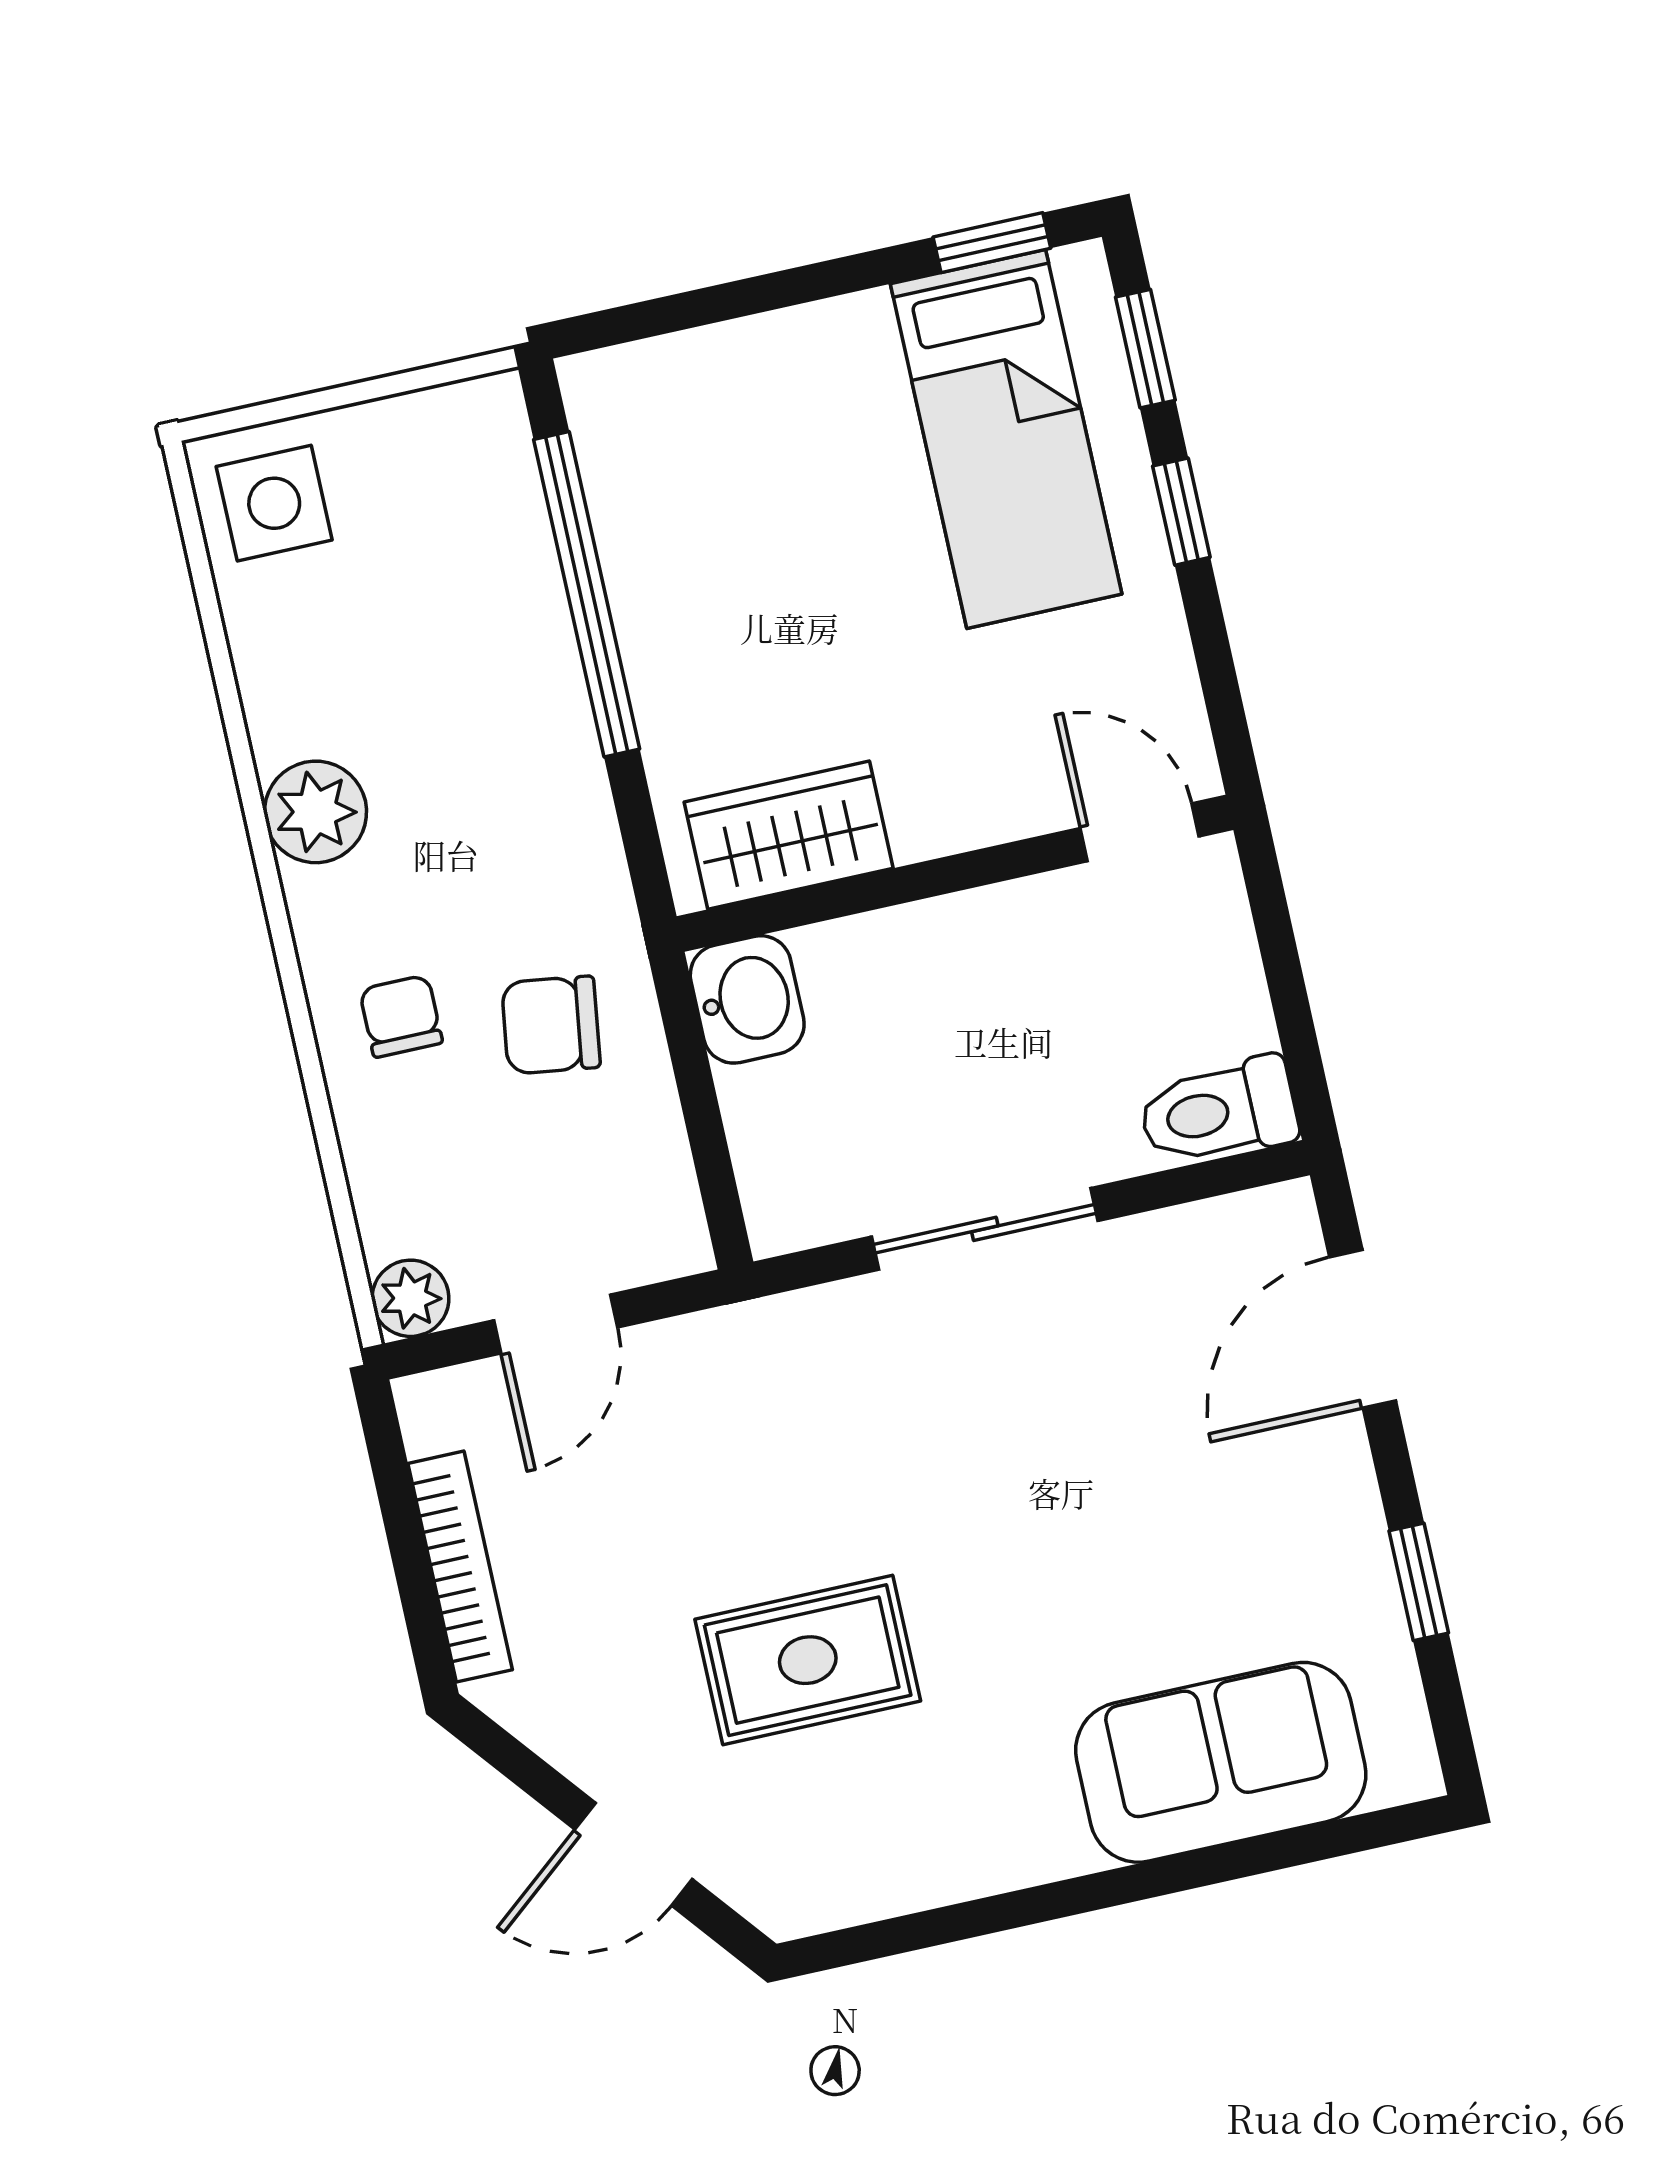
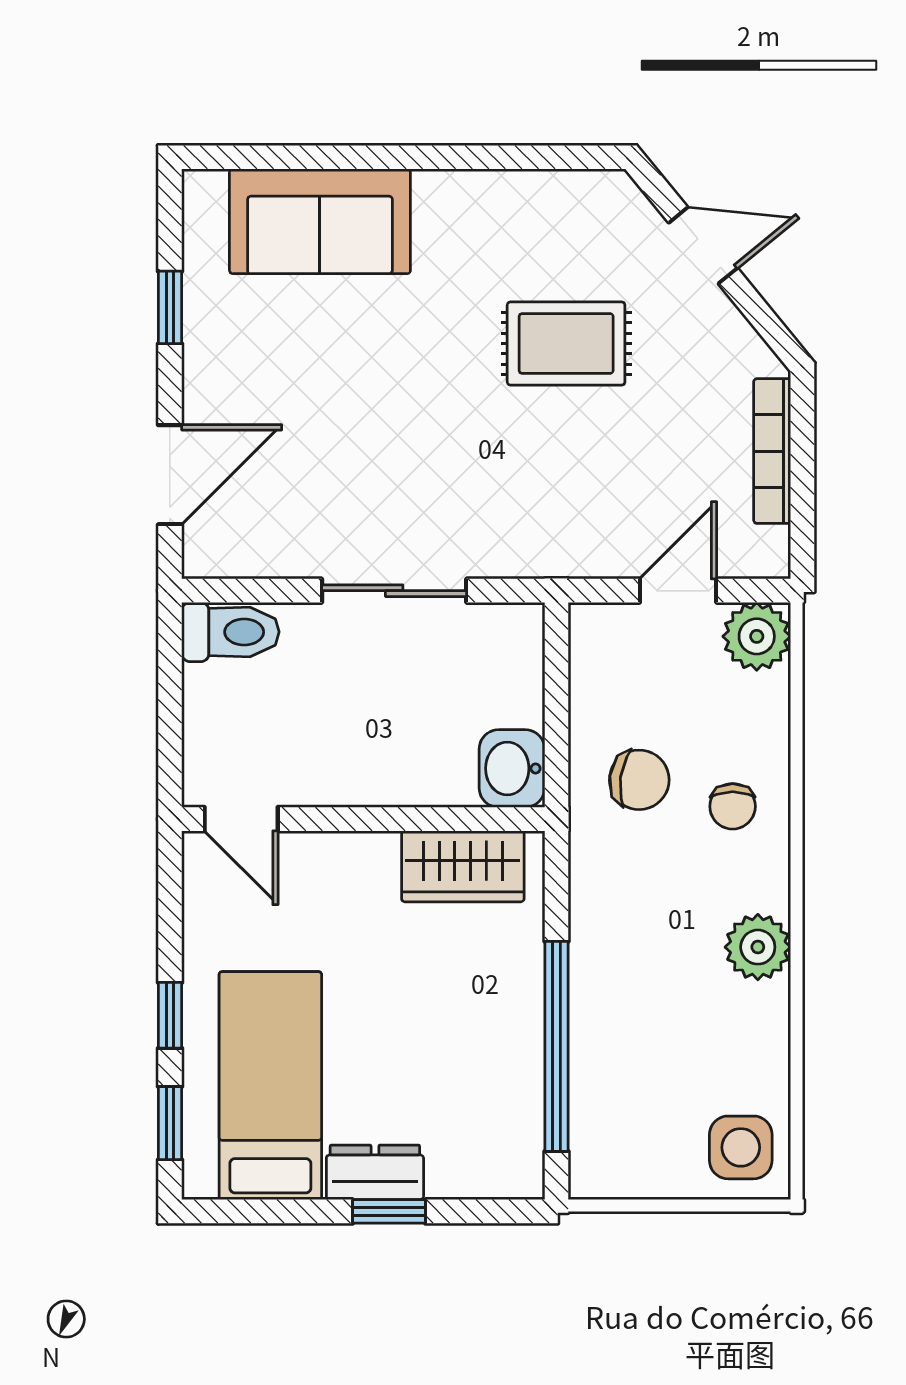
window: (992, 243) -> (389, 1211), moved
dresser: (819, 343) -> (375, 1172), added
plant: (410, 1298) -> (757, 636), width x1.38, depth x1.38

